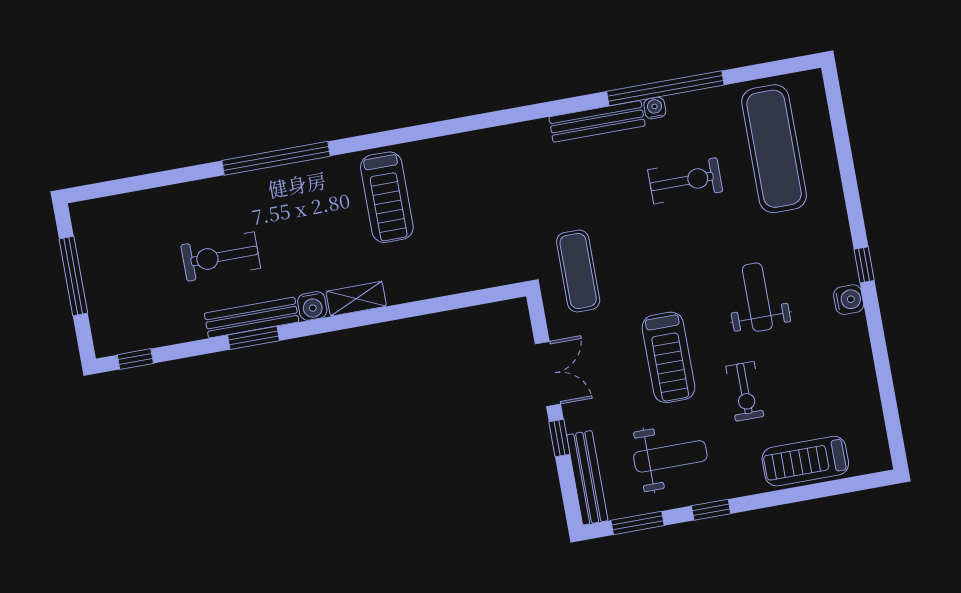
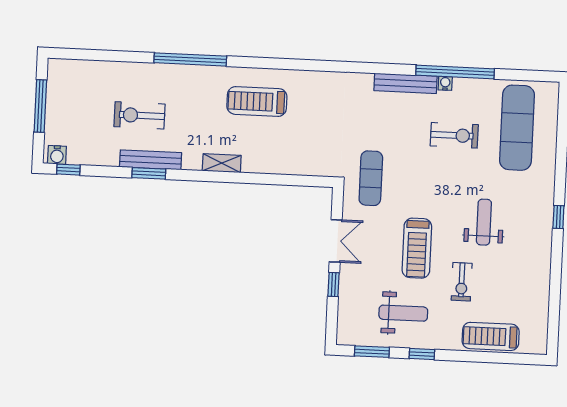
treadmill: (387, 197) -> (257, 101), turned 90
water cooler: (849, 300) -> (543, 237), removed
water cooler: (312, 306) -> (57, 155), moved
bench: (587, 478) -> (346, 315), removed

